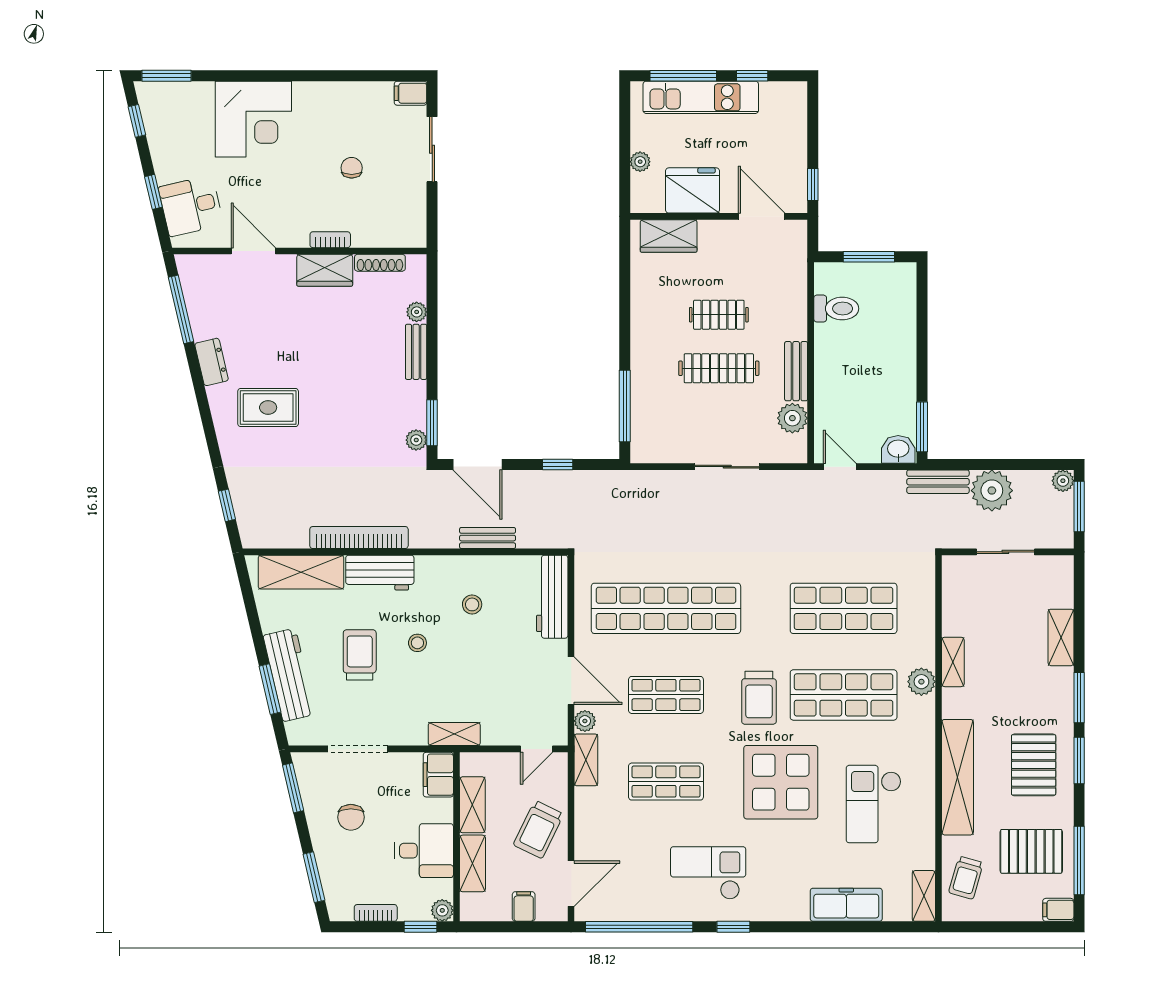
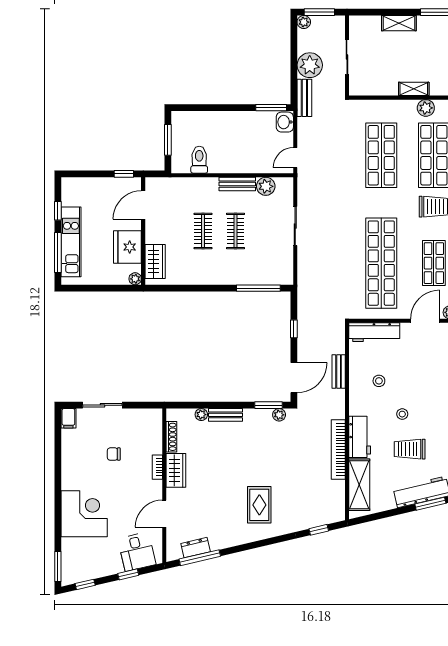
plant: (640, 162) -> (135, 279), moved
dresser: (212, 362) -> (196, 548), moved
clothes rail: (719, 368) -> (235, 231), width x0.73

